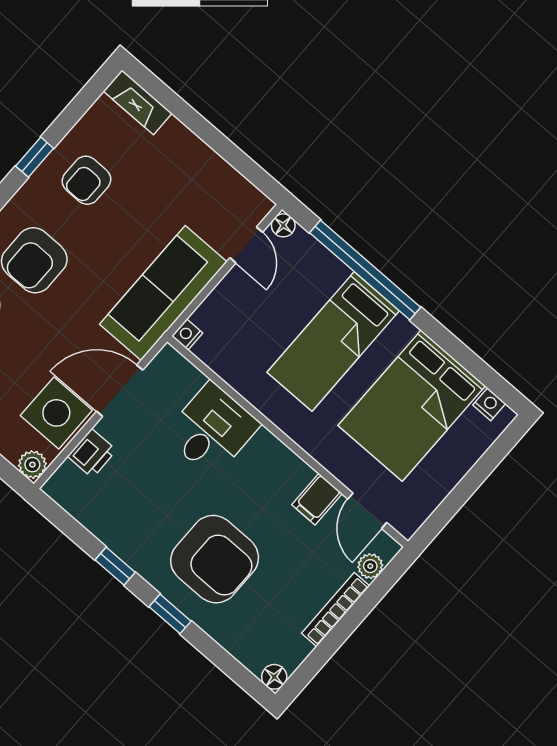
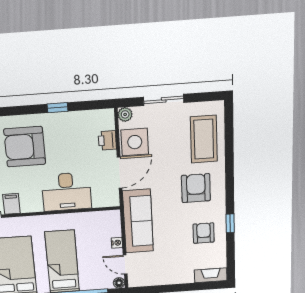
nightstand: (187, 335) -> (117, 243), moved
desk: (212, 430) -> (67, 192), width x1.37
window: (170, 614) -> (20, 110), removed

